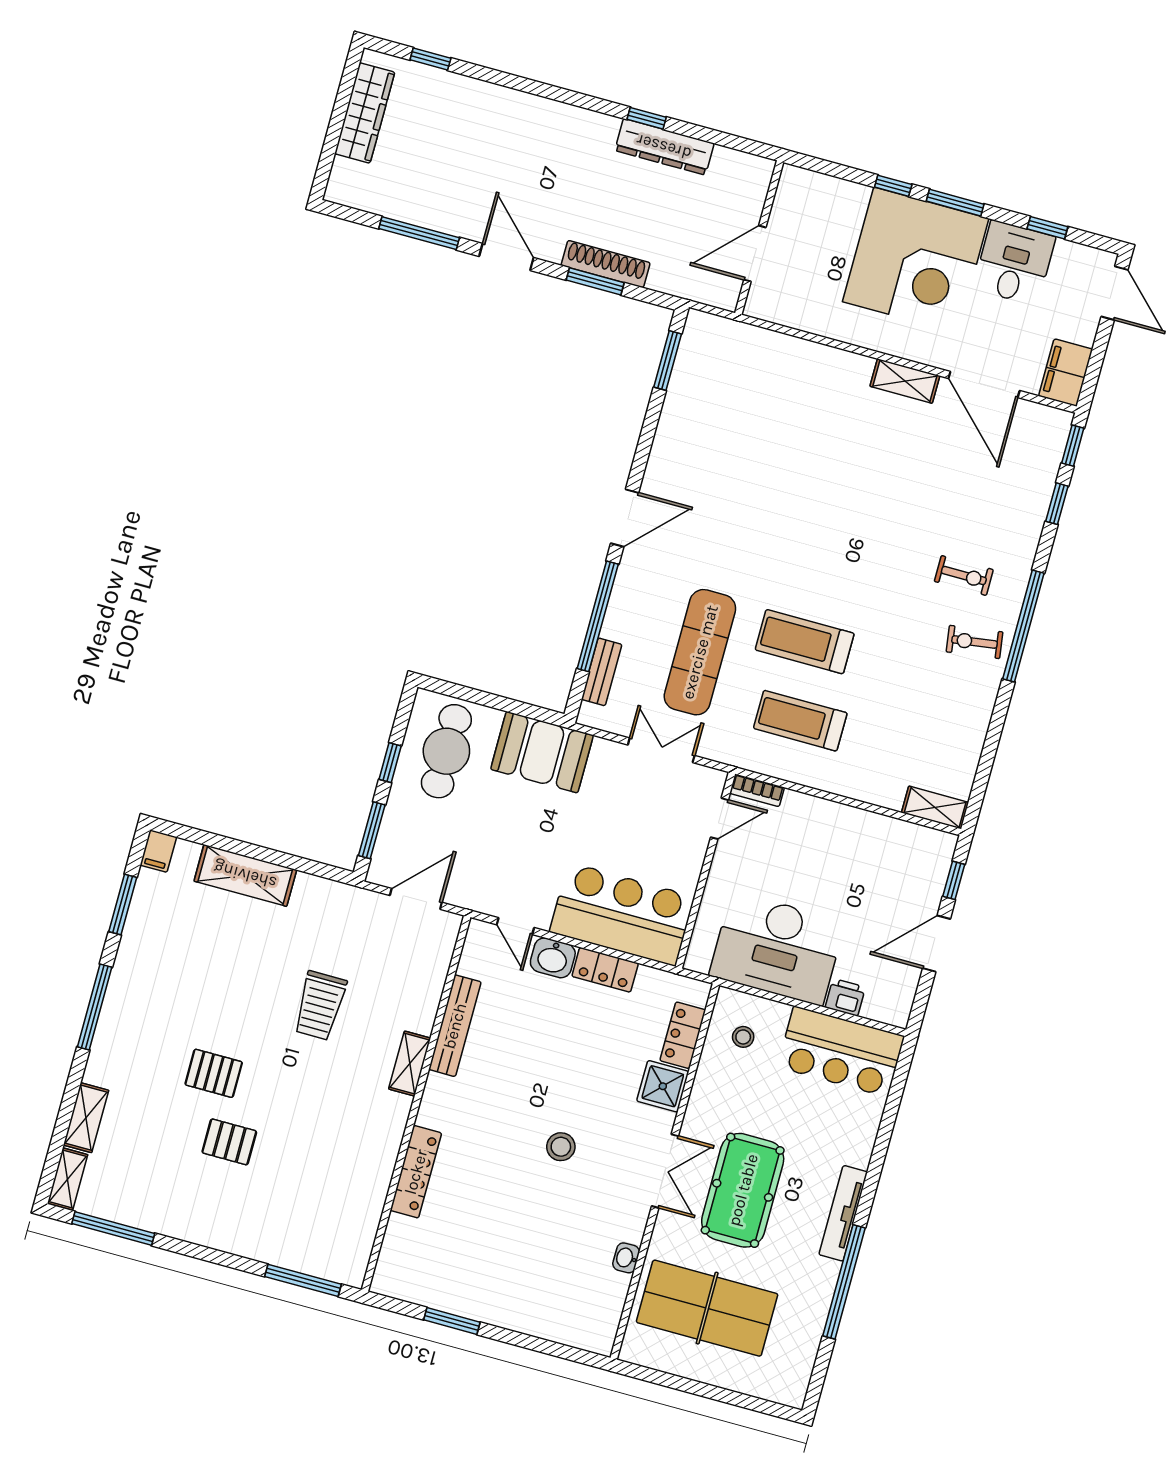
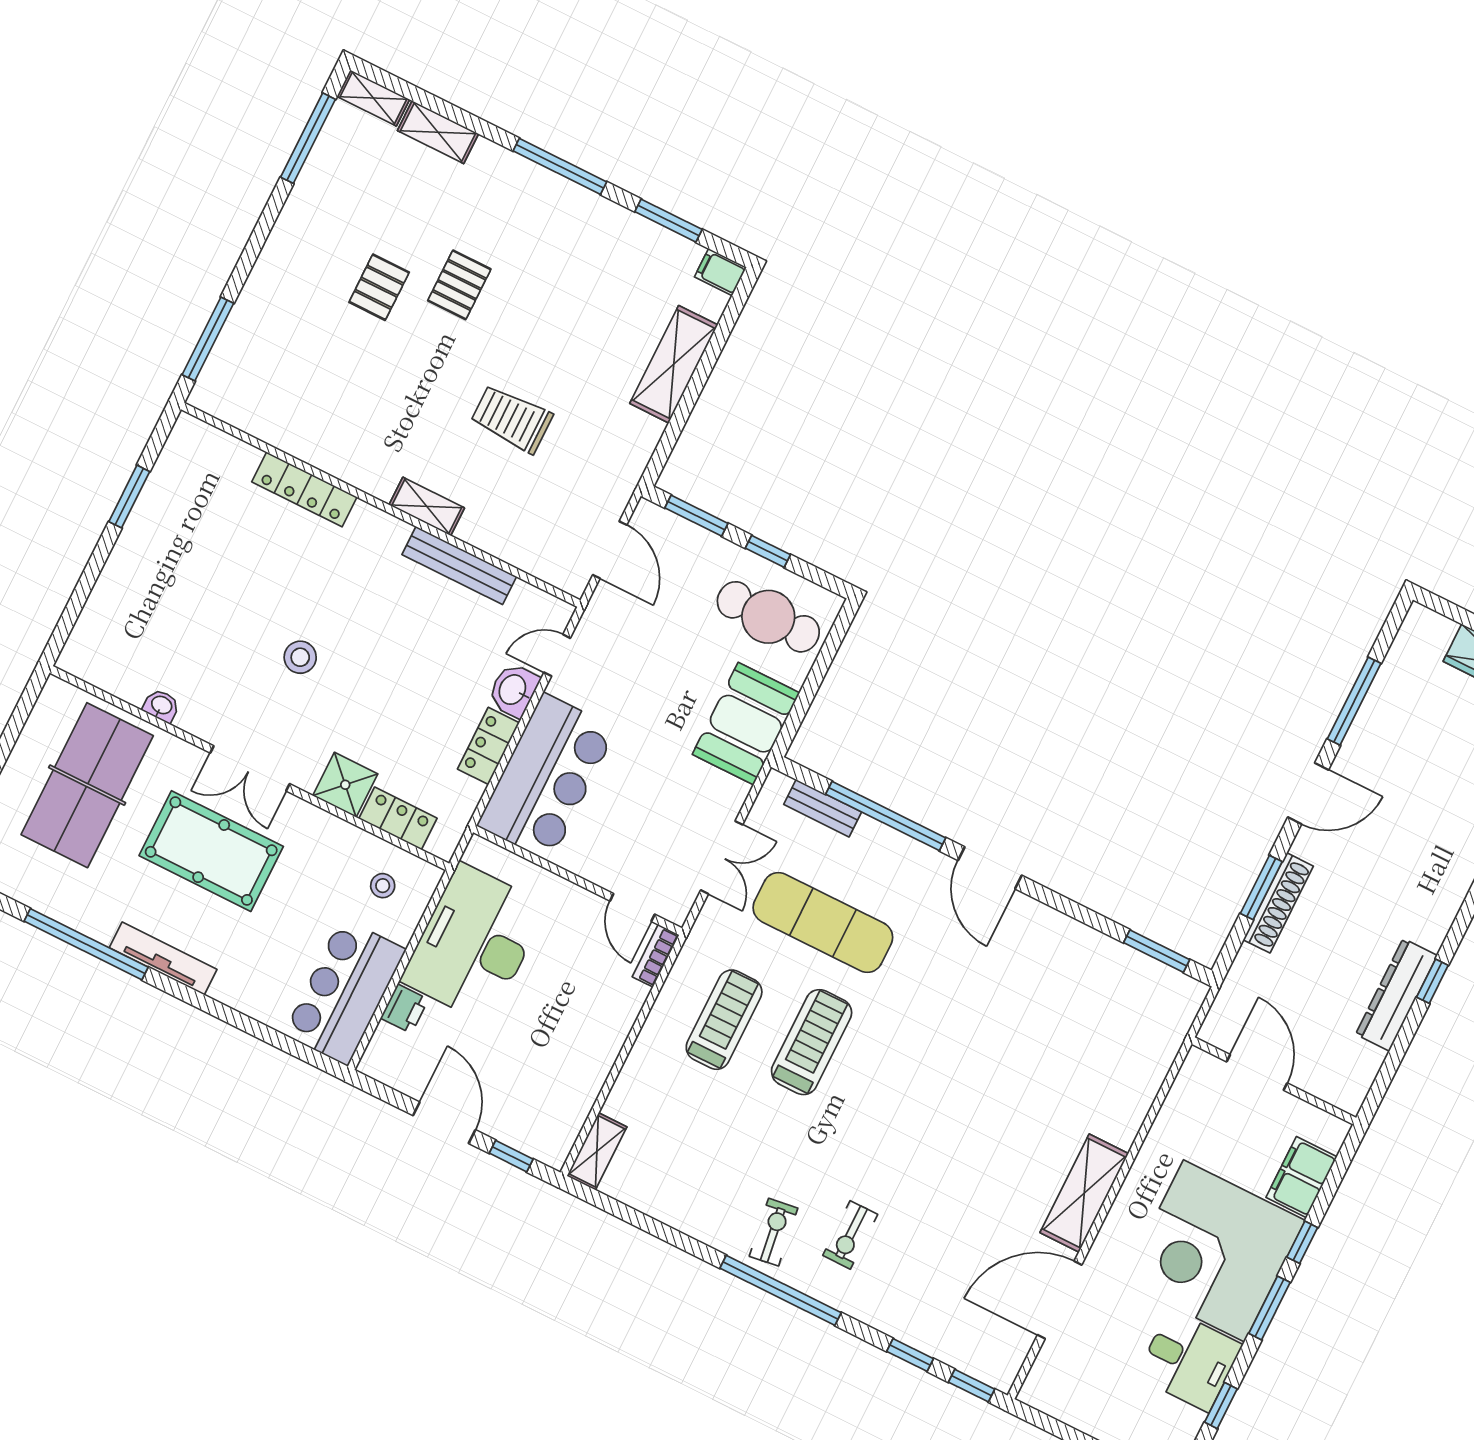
filing cabinet: (1066, 373) -> (1301, 1177), moved, turned -90
shelving: (905, 381) -> (1084, 1193), width x1.50, depth x1.33

